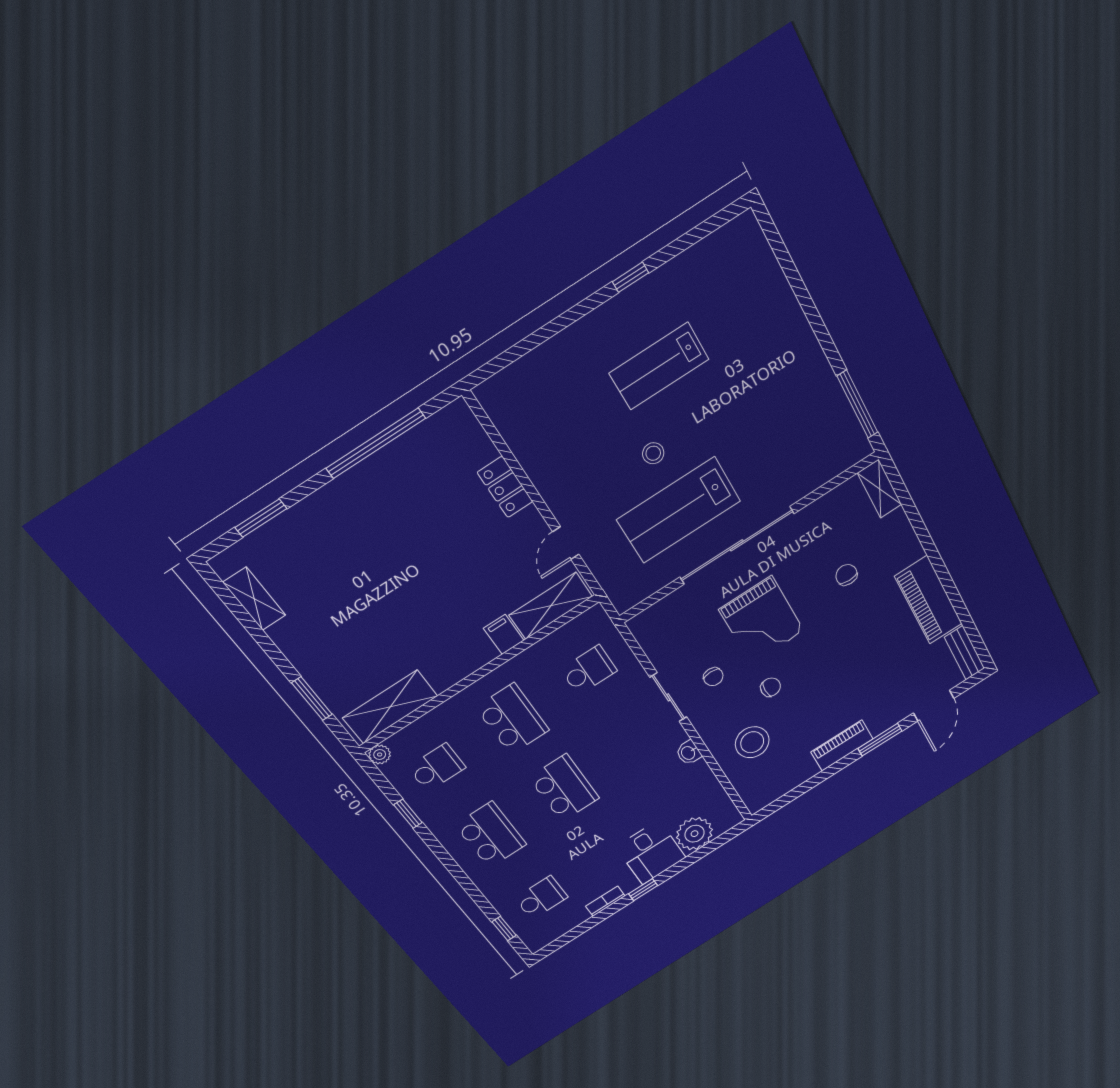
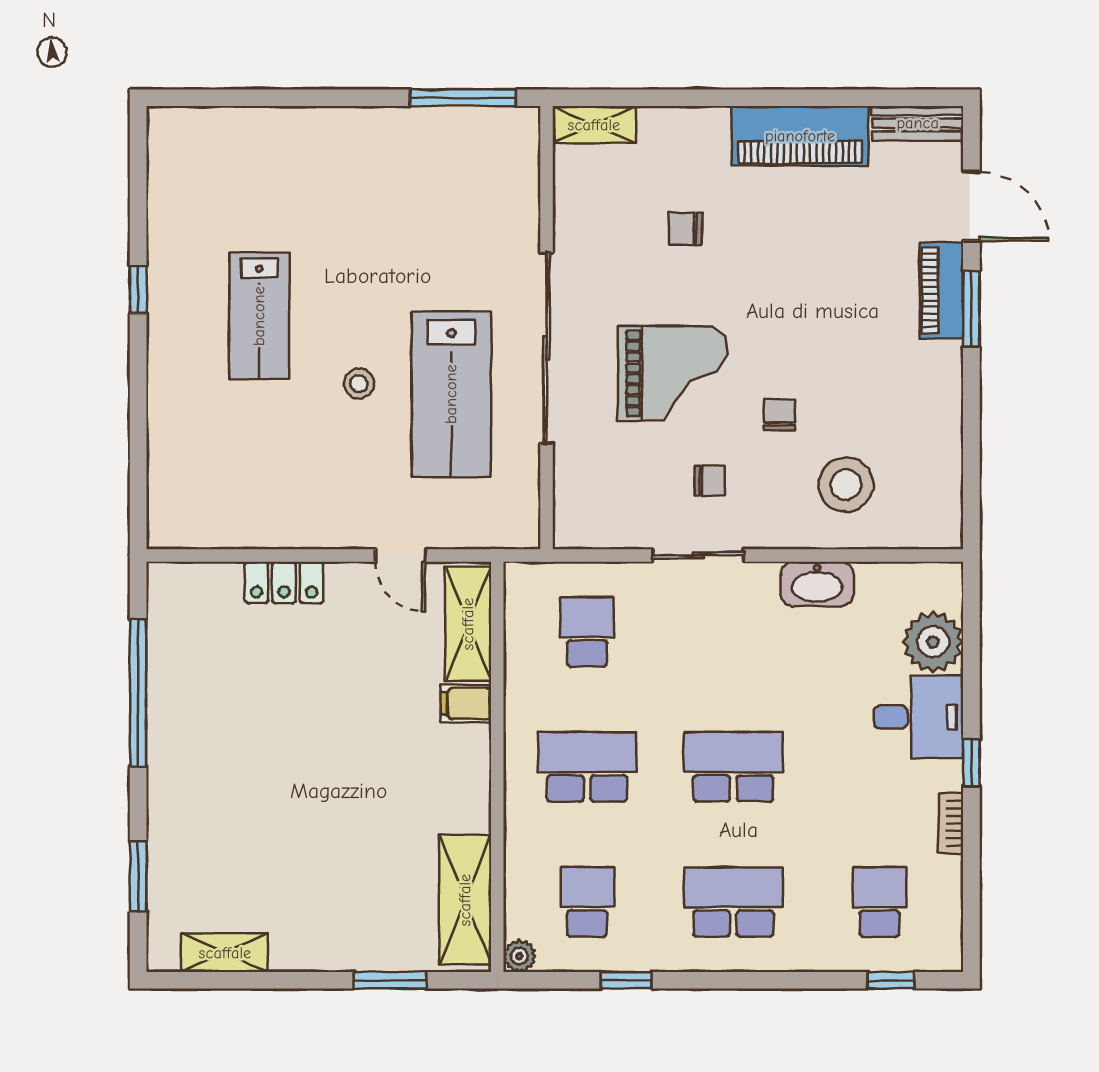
piano: (842, 745) -> (942, 290), moved
washbasin: (689, 753) -> (817, 584), width x1.91, depth x1.45

